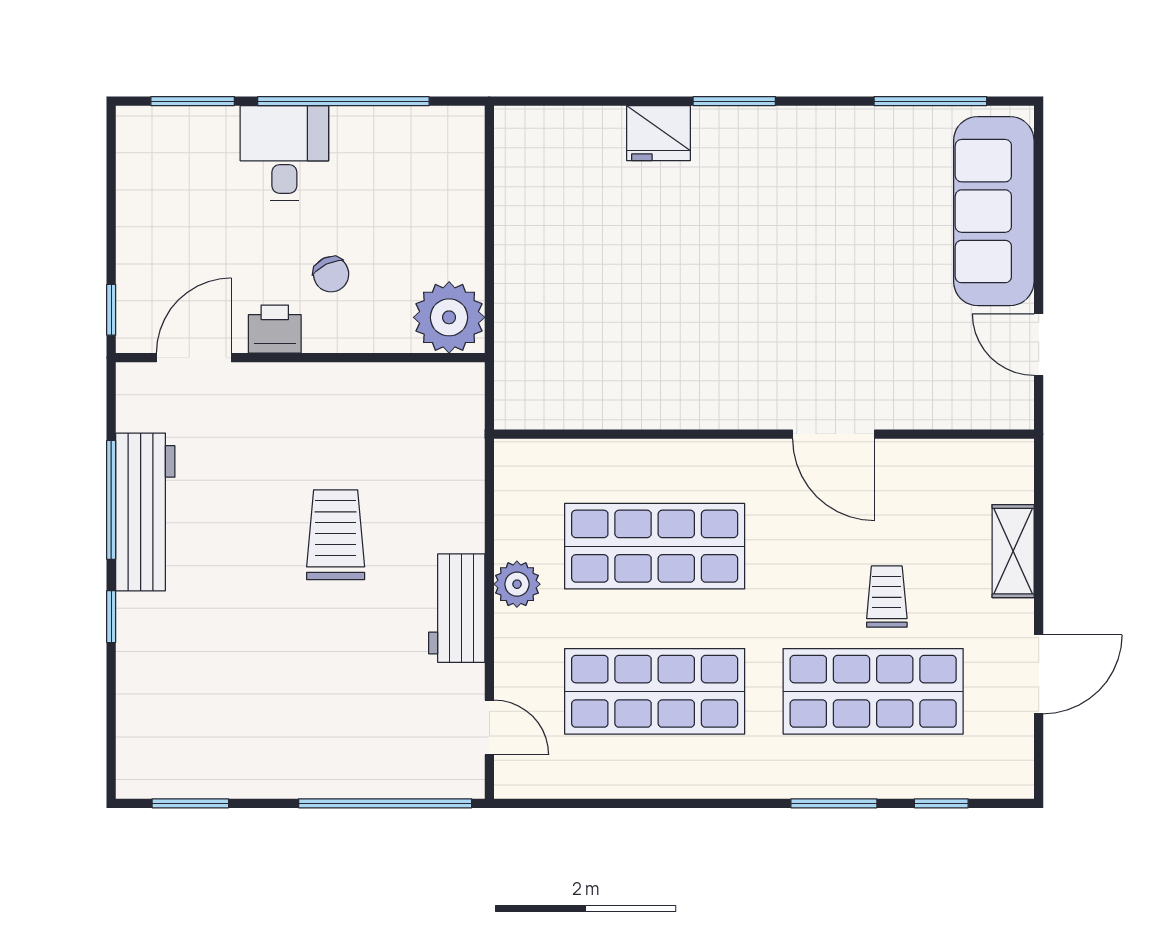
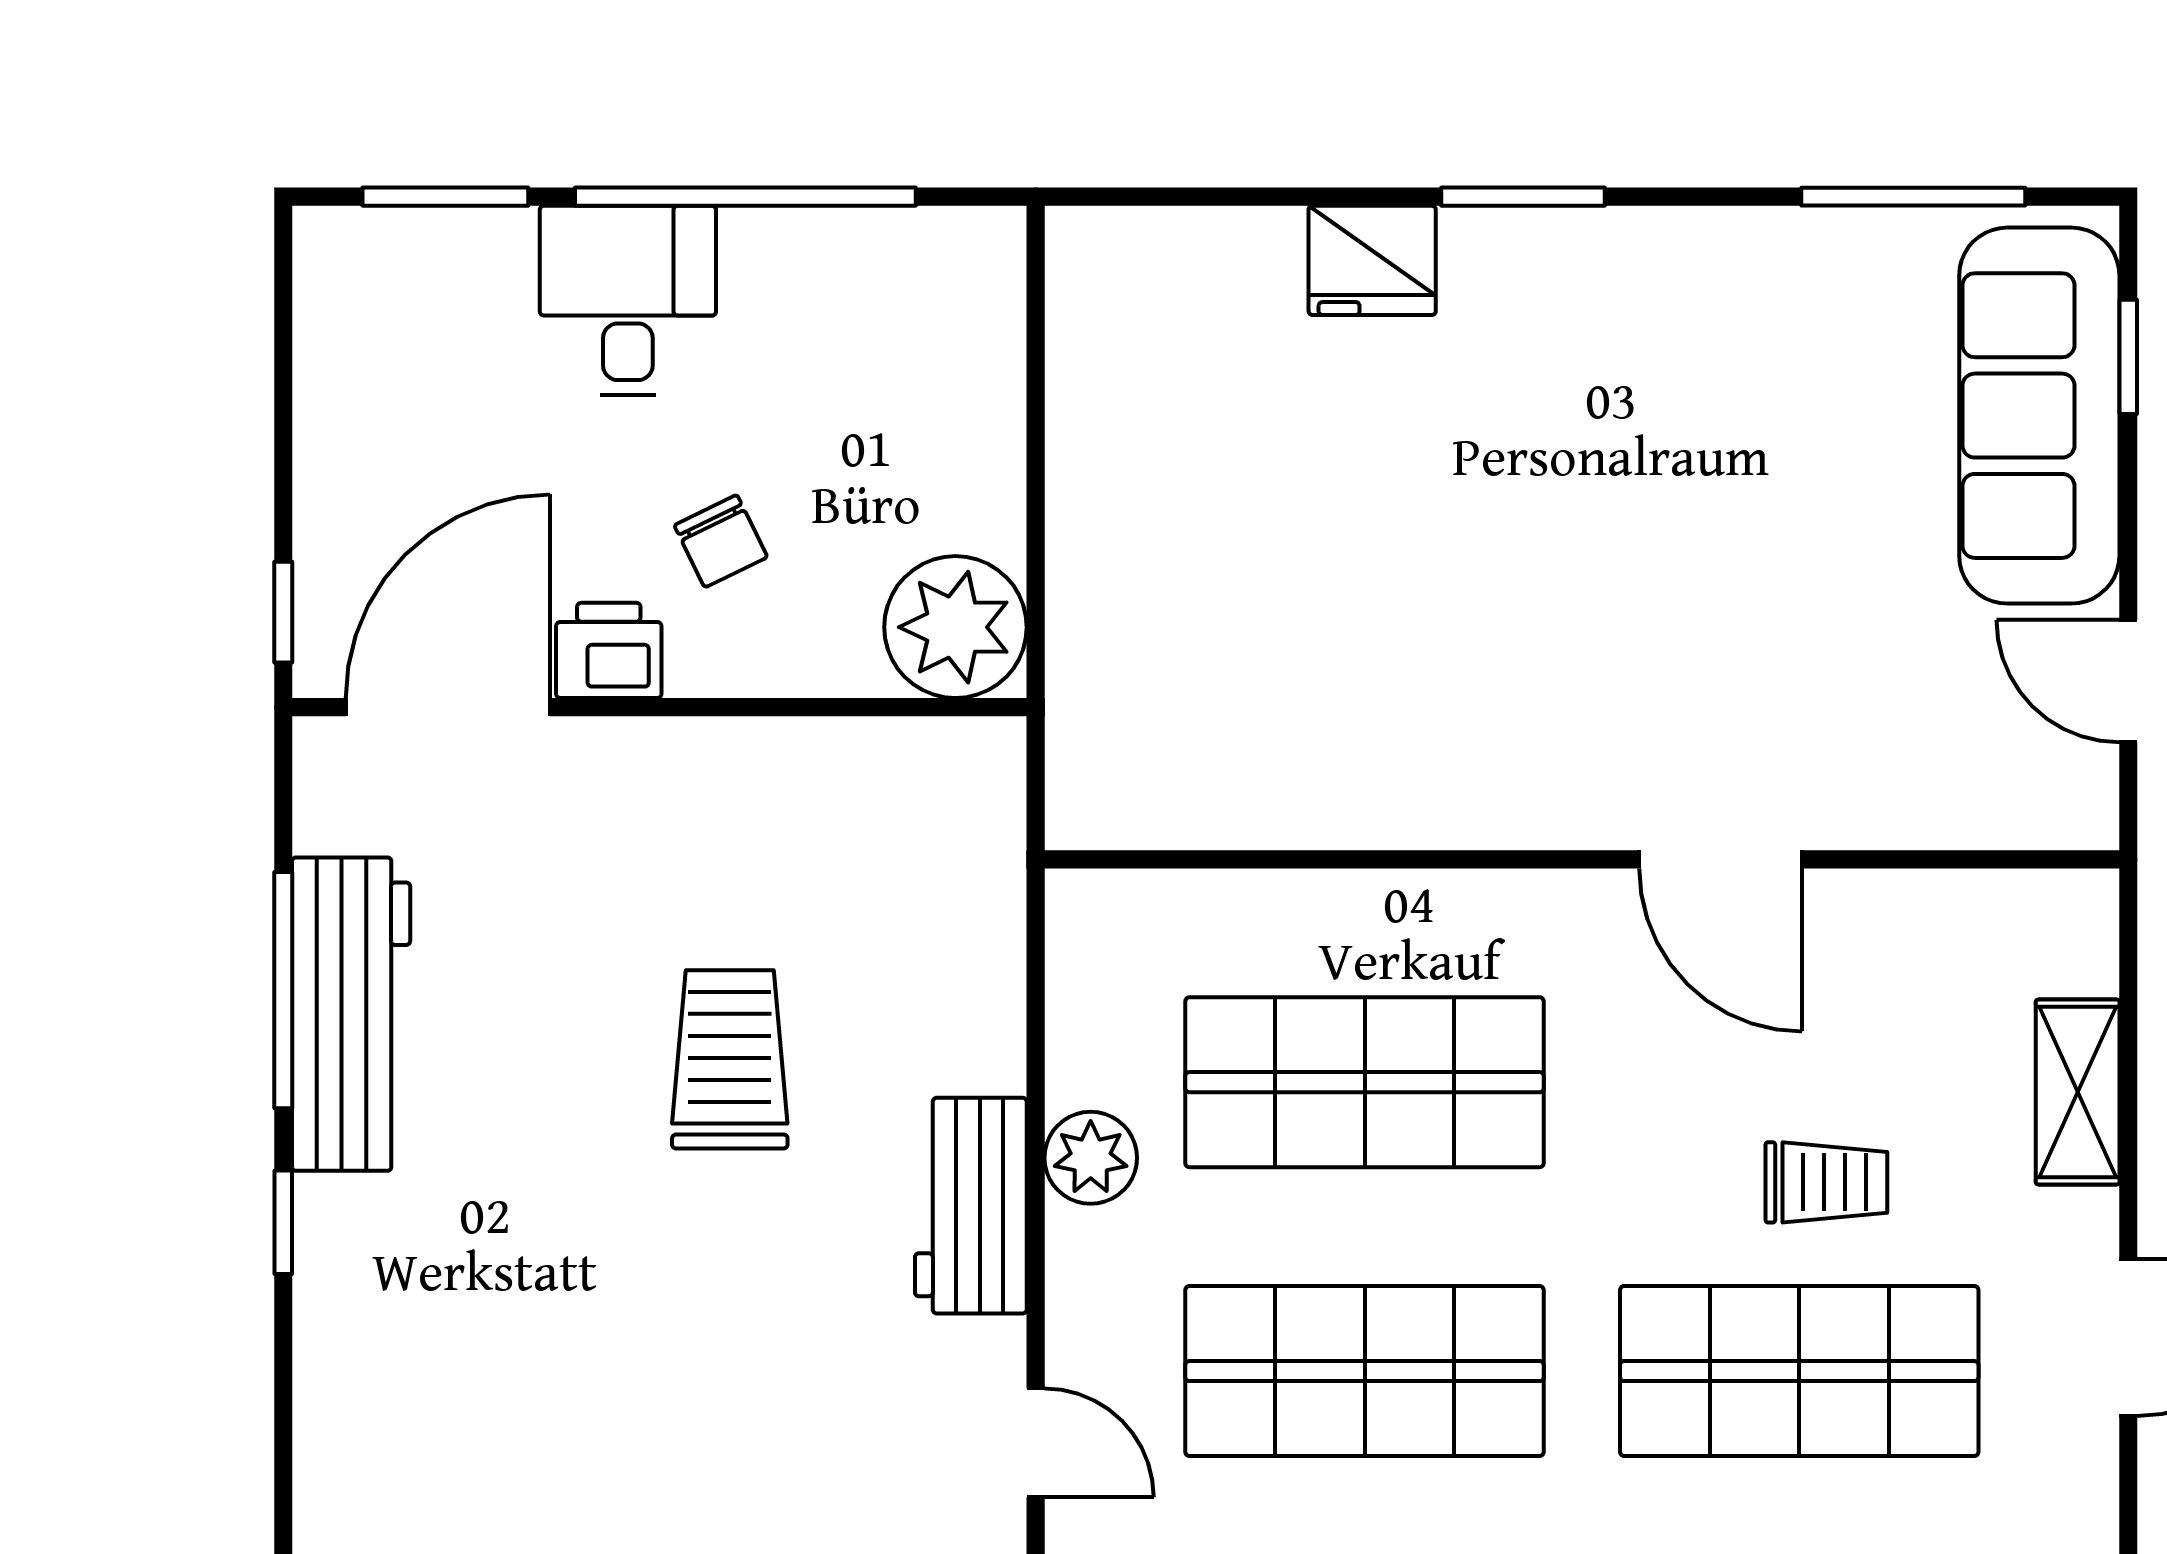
window: (1039, 182) -> (2128, 357), added
door: (194, 358) -> (448, 707), width x1.36
trolley: (887, 596) -> (1826, 1182), turned 90

